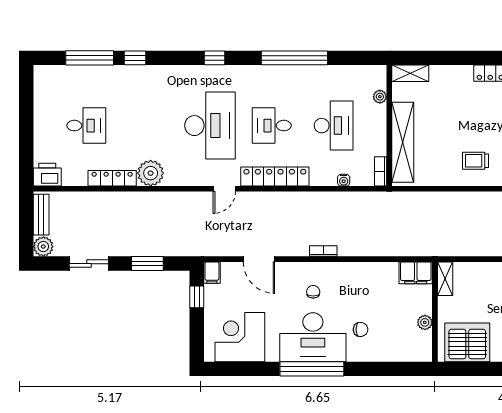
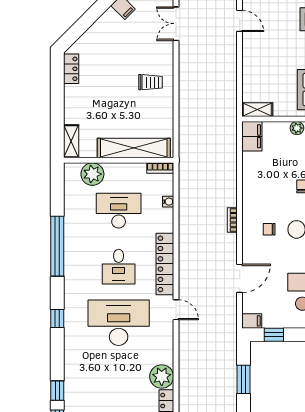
plant: (380, 97) -> (92, 174), width x1.87, depth x1.87
trolley: (475, 161) -> (150, 82), turned -90

